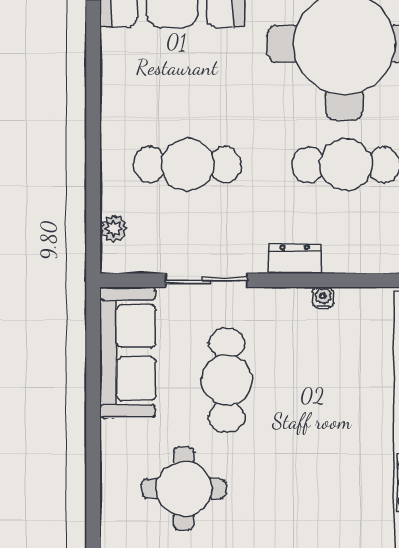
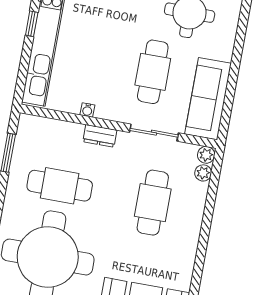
cafe table: (188, 165) -> (153, 203), turned 90
plant: (114, 259) -> (206, 155), added

